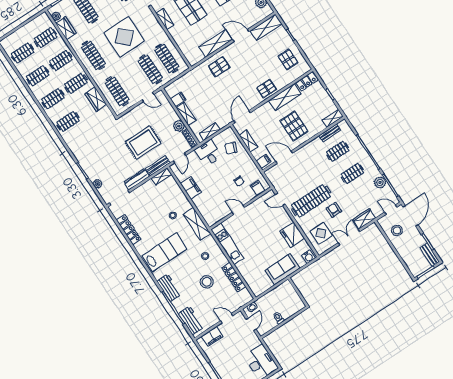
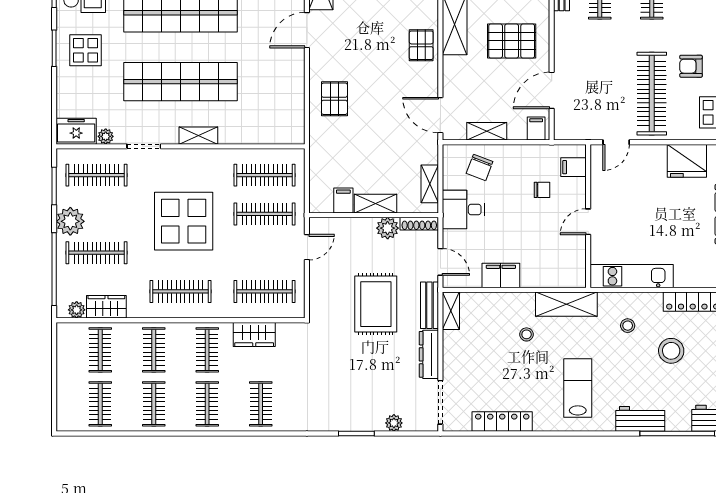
shelving: (216, 43) -> (292, 79), removed
lab bench: (164, 252) -> (578, 388), width x0.73, depth x0.72

